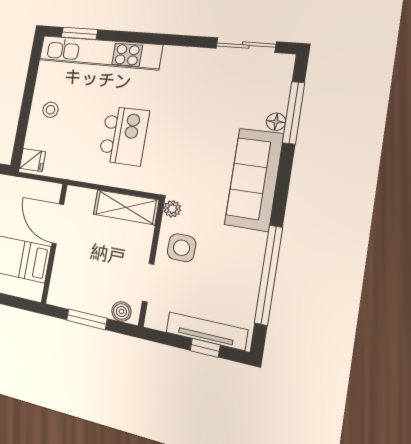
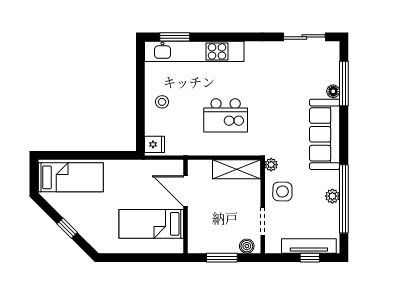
kitchen island: (124, 136) -> (226, 115), turned 90
plant: (252, 268) -> (332, 196), added

